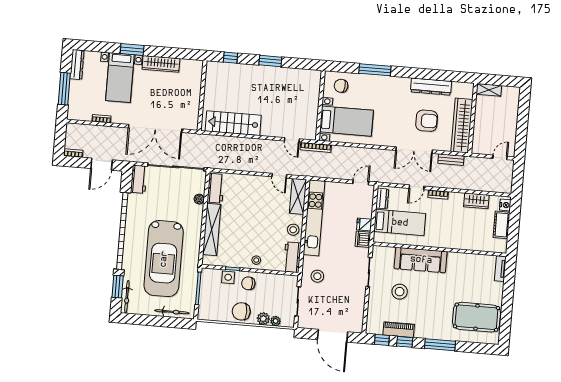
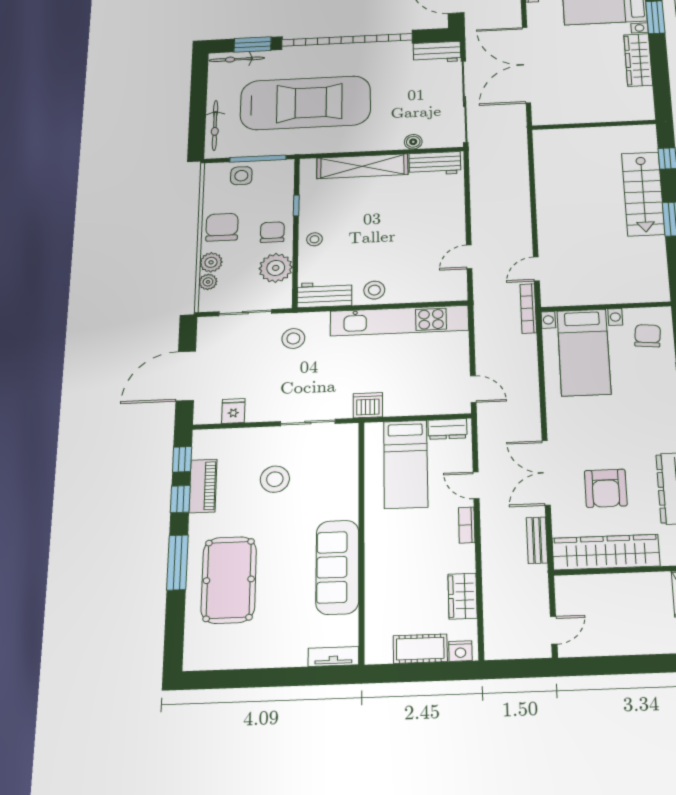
stairs: (233, 123) -> (643, 194), moved, turned 180
door: (500, 157) -> (554, 630), hinge flipped
shelving: (298, 196) -> (435, 291), removed
fridge: (364, 225) -> (233, 411), moved
car: (164, 259) -> (305, 103), turned 180
sofa: (421, 260) -> (337, 567), moved
side table: (228, 277) -> (241, 176), moved
plant: (272, 283) -> (276, 268), added
pool table: (476, 317) -> (229, 580), moved

